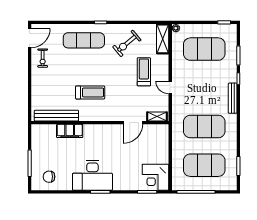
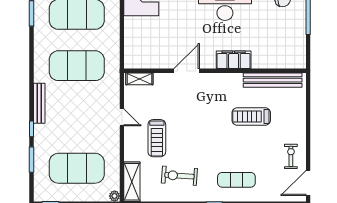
exercise mat: (84, 40) -> (236, 180), width x0.73, depth x0.69
exercise bike: (127, 43) -> (179, 176), turned -136
treadmill: (90, 92) -> (251, 116), moved
door: (133, 123) -> (187, 71), moved
filing cabinet: (70, 131) -> (234, 60), moved

